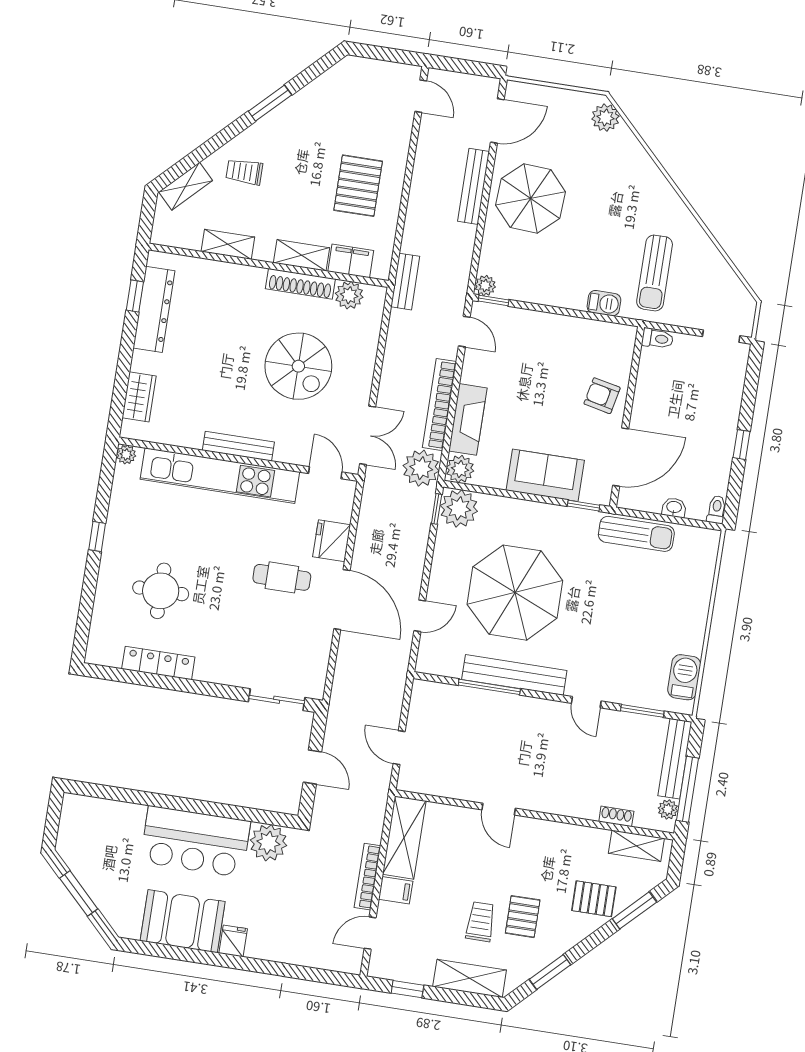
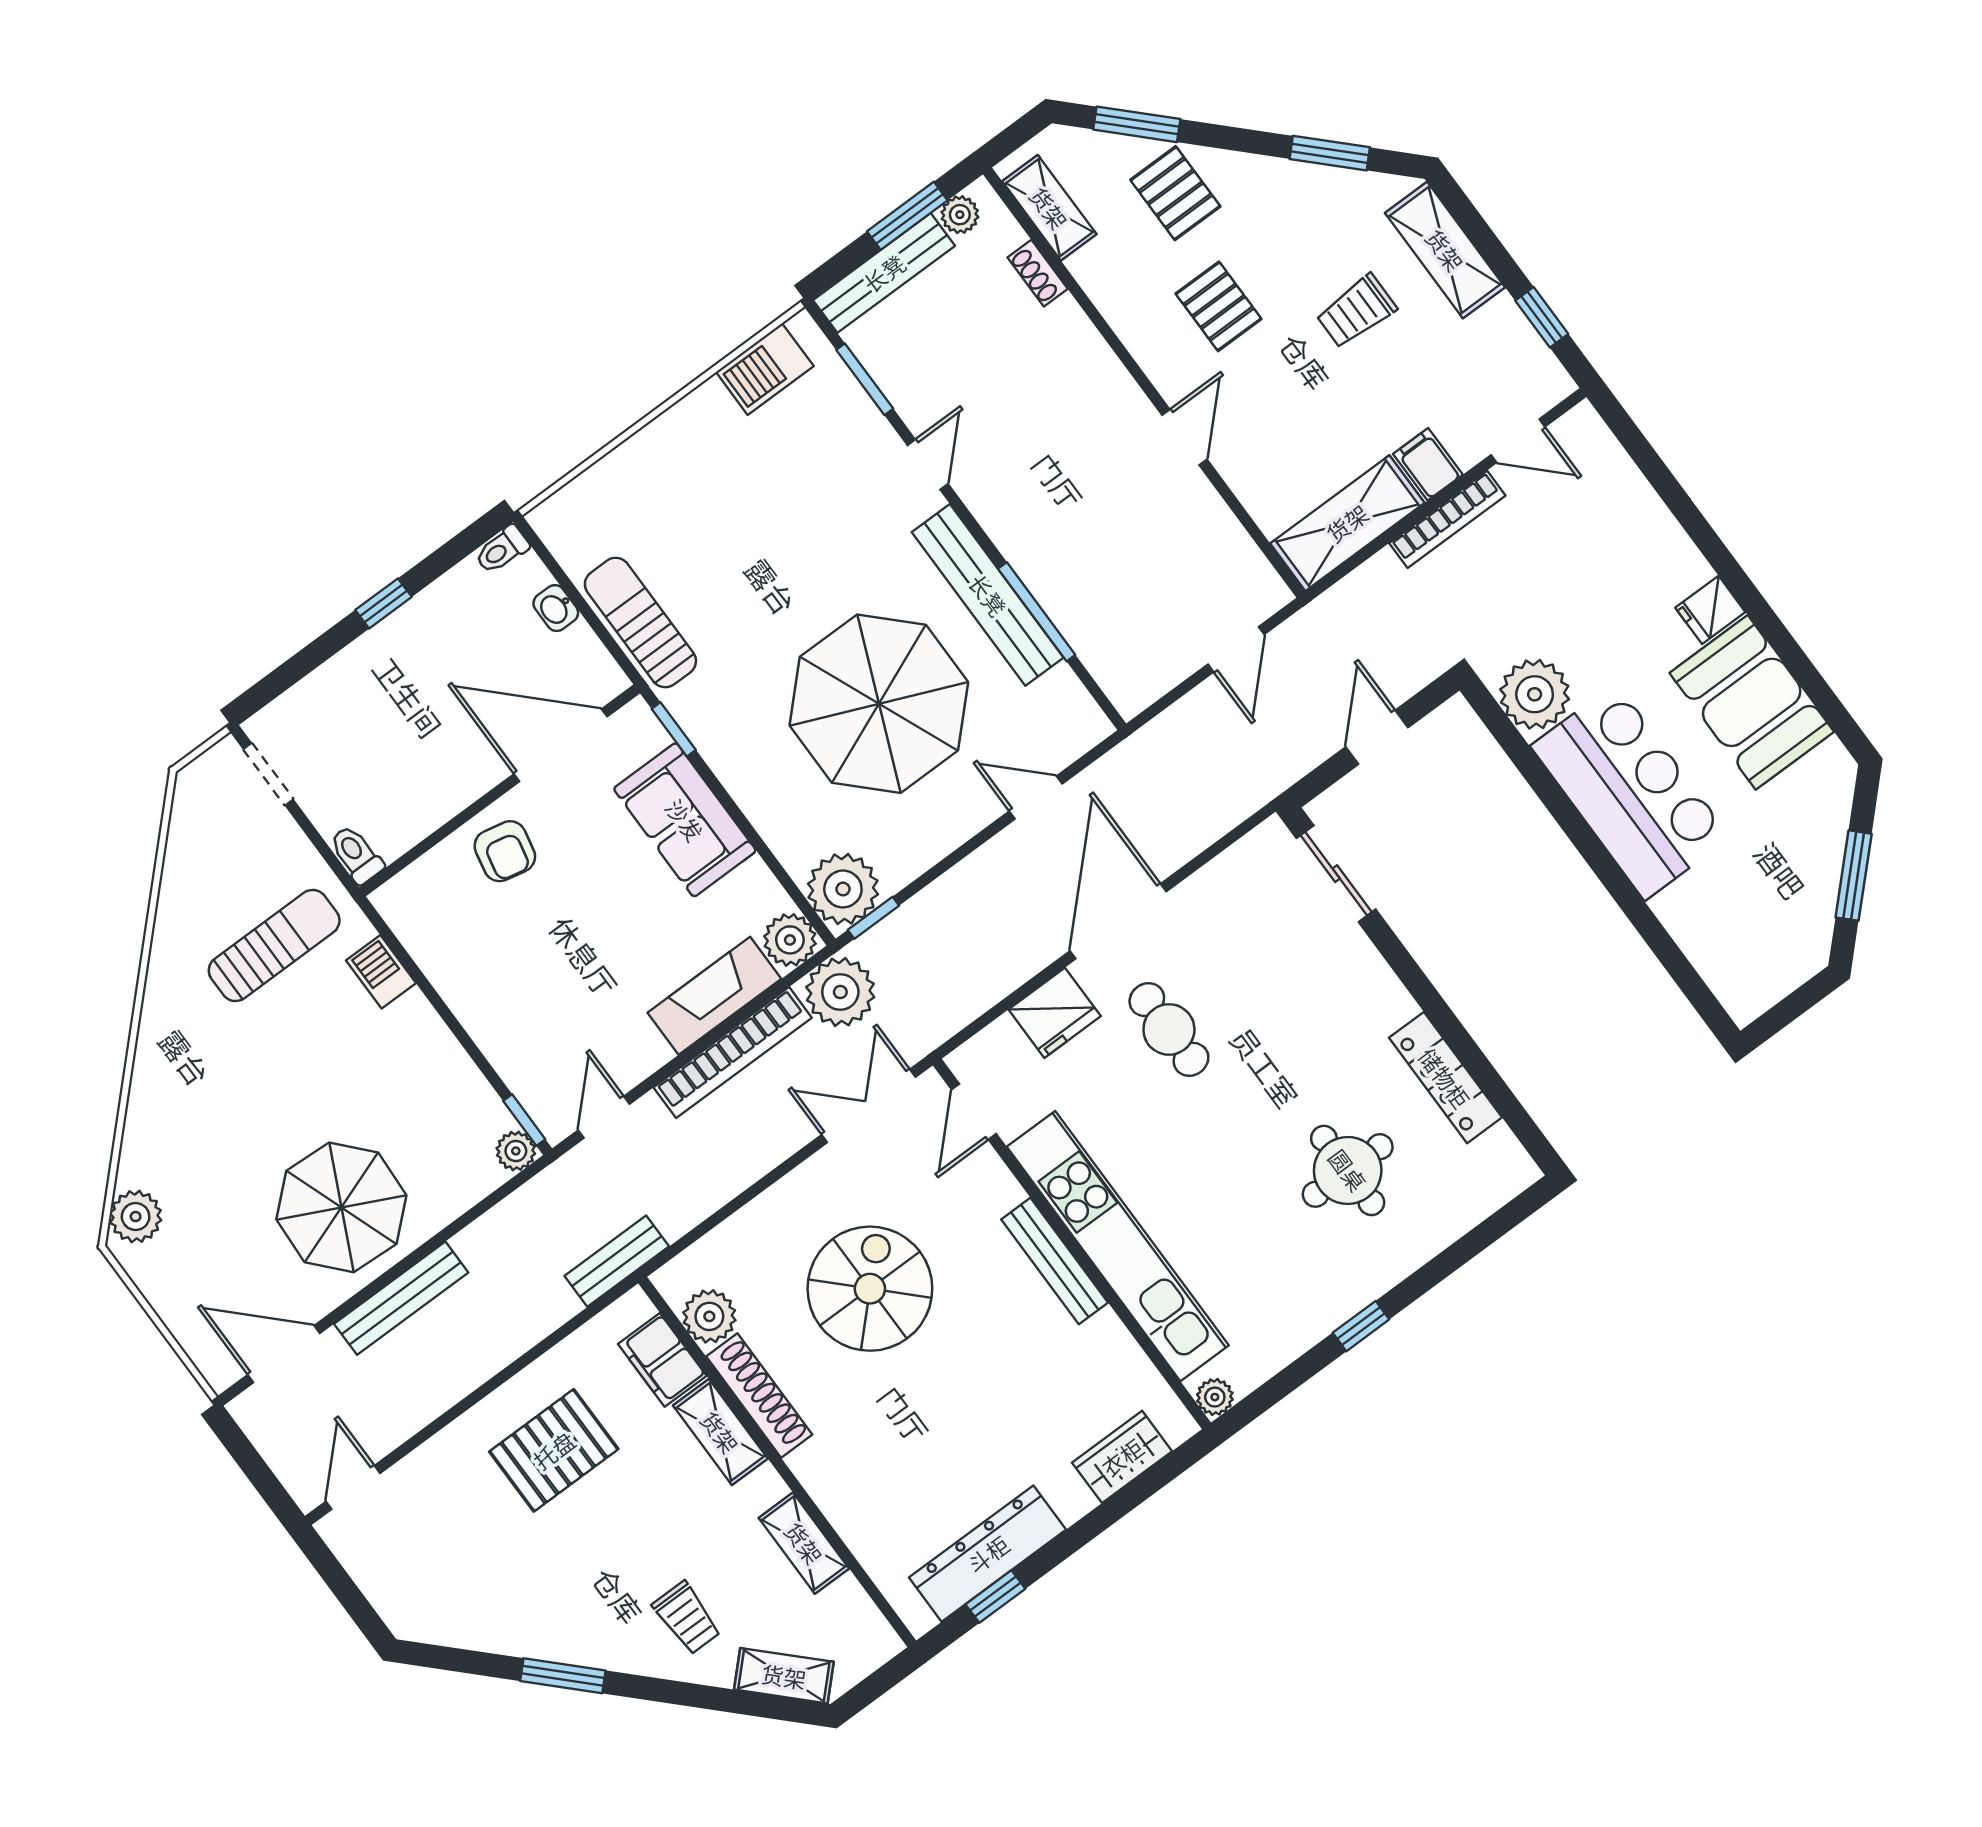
window: (688, 789) -> (907, 216), width x0.69
pallet: (523, 917) -> (1219, 306), moved, turned 90

